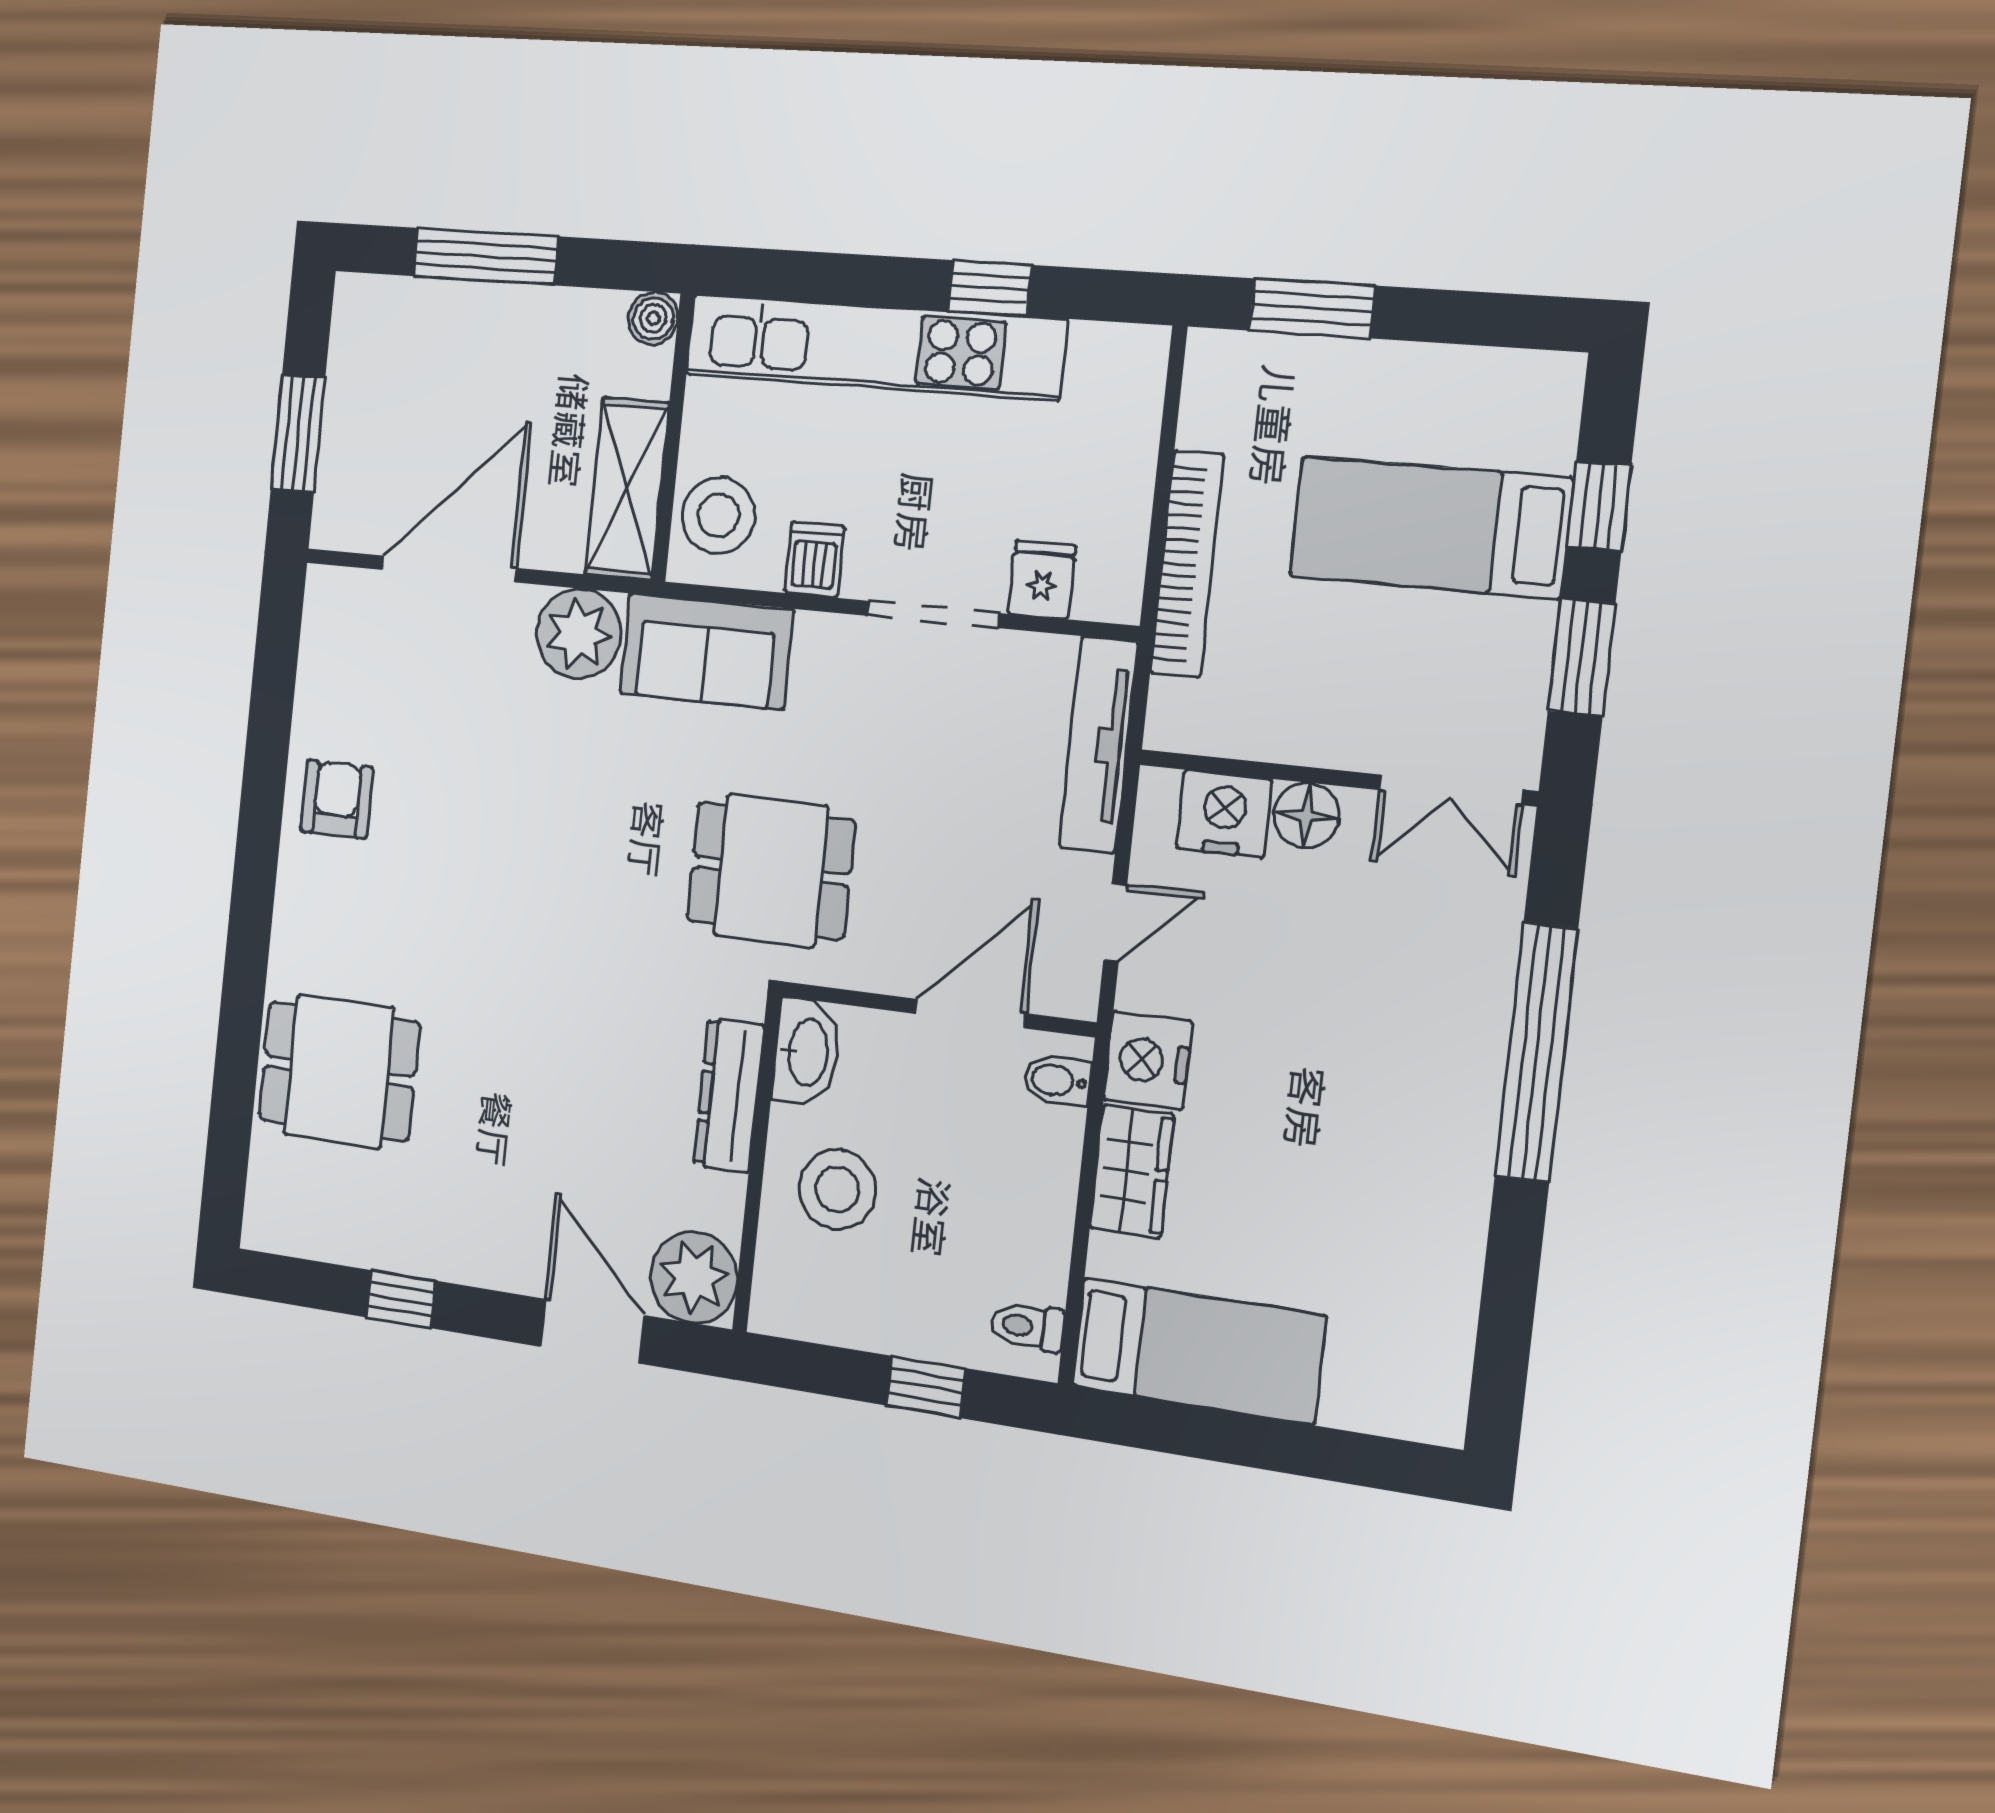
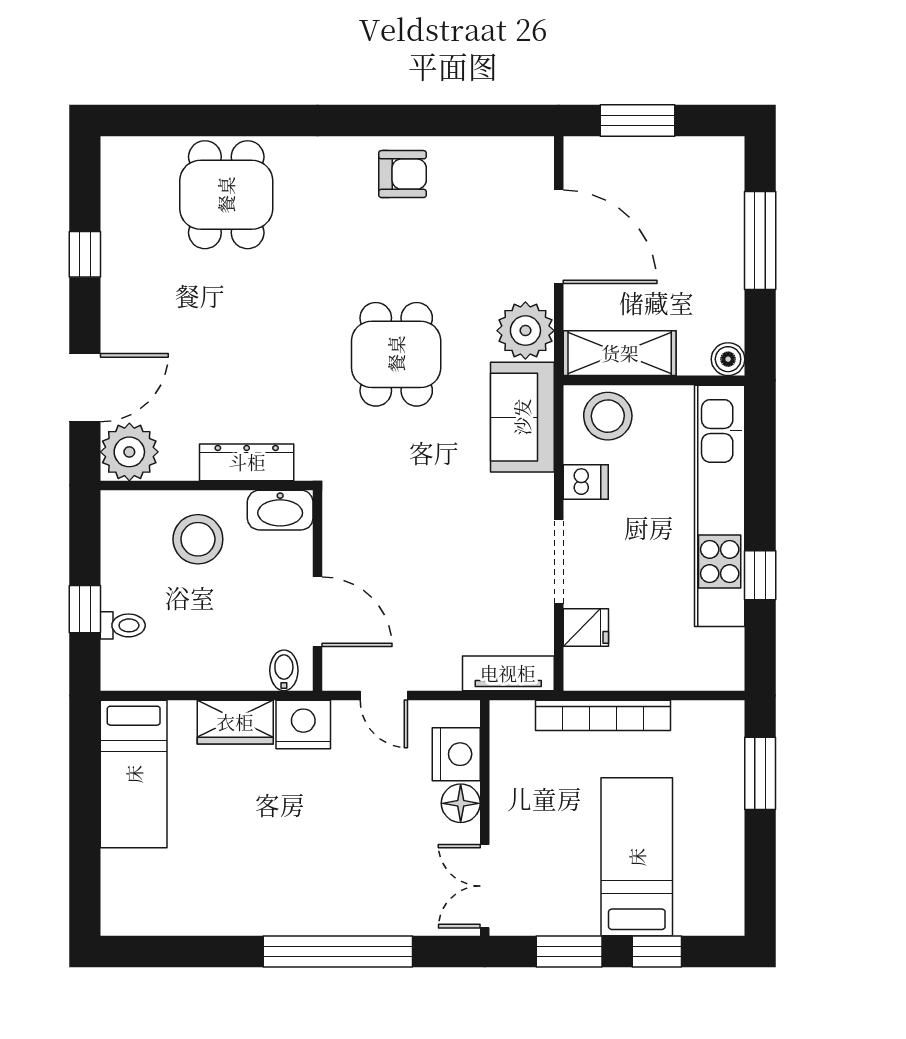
tv unit: (1098, 745) -> (508, 673), width x0.71
dining table: (771, 871) -> (396, 354), moved
toilet: (1028, 1327) -> (123, 625), moved, turned 90

